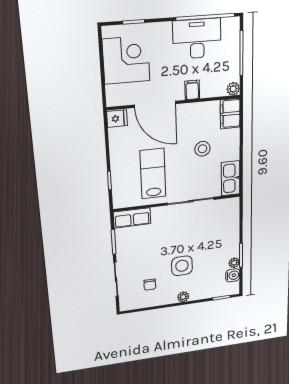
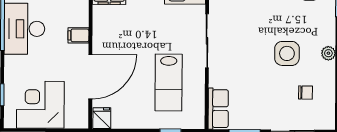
stool: (202, 149) -> (146, 26), removed
lab bench: (153, 174) -> (169, 82), turned -90

